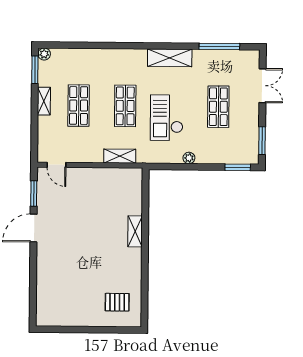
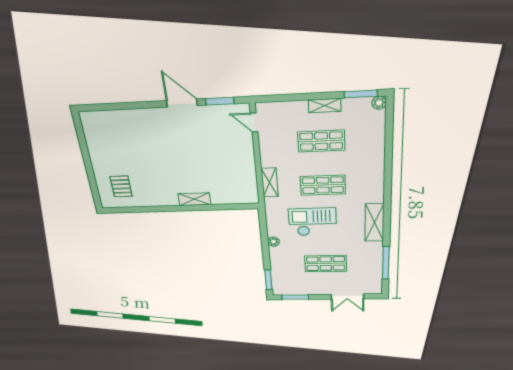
door: (56, 165) -> (254, 123), hinge flipped

